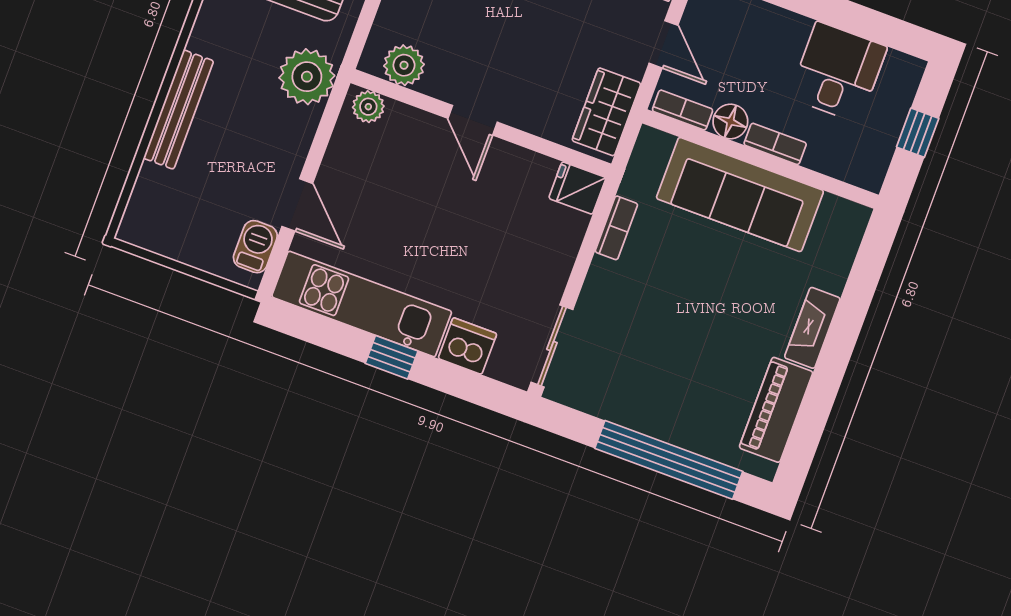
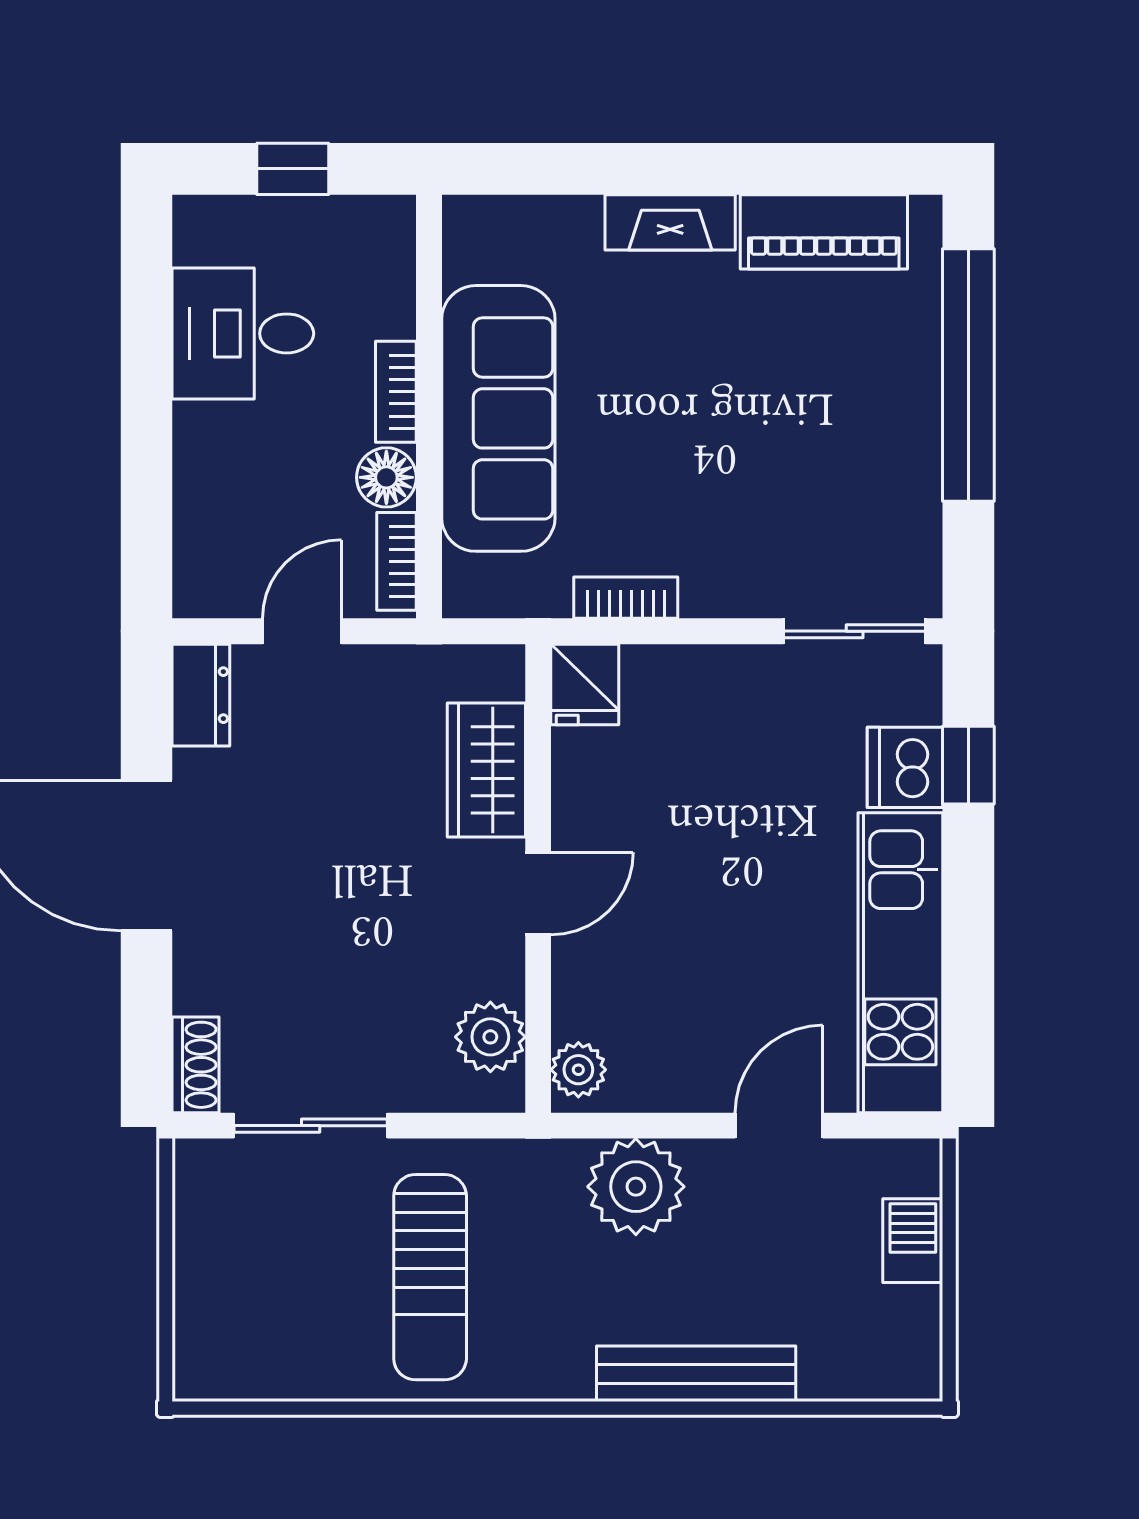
plant: (307, 77) -> (636, 1187), moved
wardrobe: (606, 112) -> (486, 770), moved, turned 90
barbecue: (255, 247) -> (913, 1241), moved, turned 90
window: (392, 357) -> (968, 765), moved

